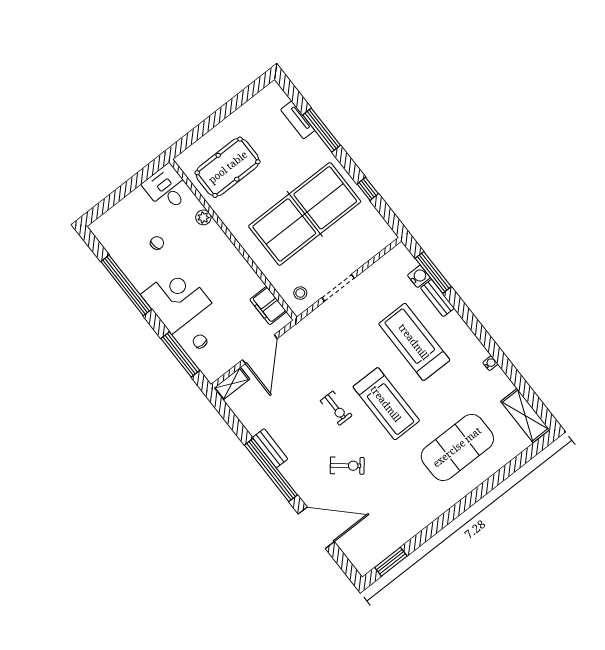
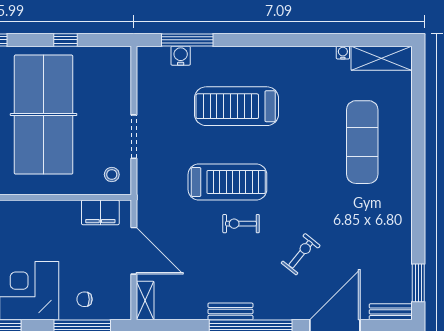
bench: (437, 298) -> (391, 312), moved
water cooler: (490, 363) -> (343, 53), moved
treadmill: (386, 404) -> (227, 182), moved
exercise bike: (336, 408) -> (241, 224), turned 180
exercise mat: (457, 447) -> (362, 142), width x0.68

